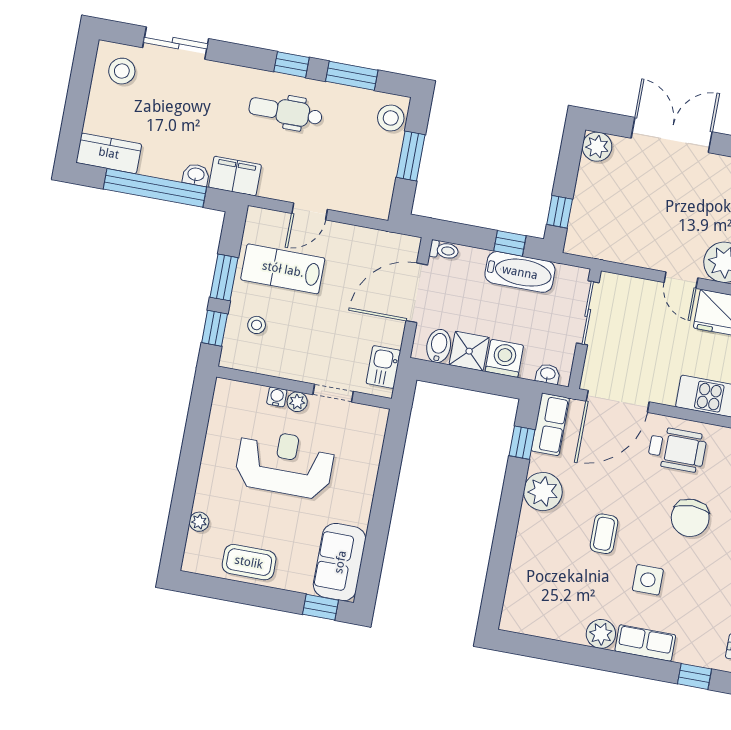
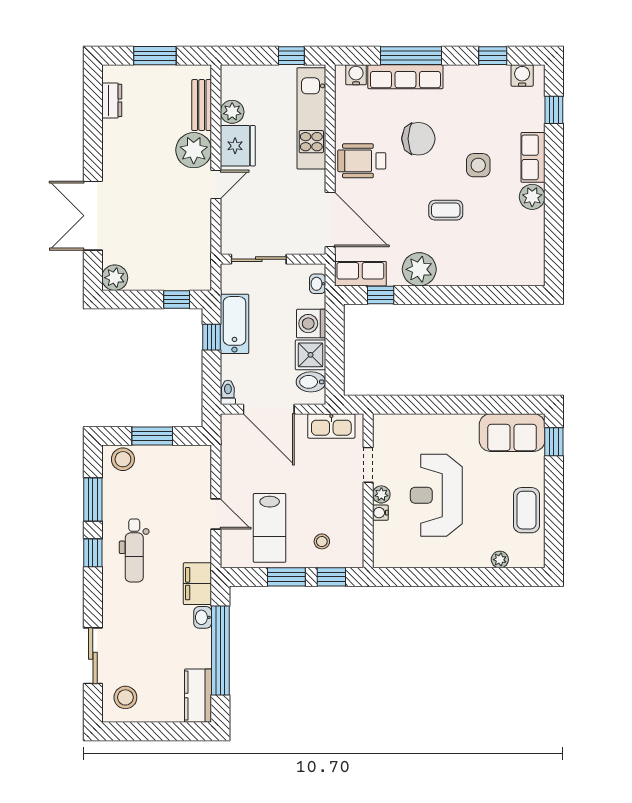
kitchen sink: (383, 367) -> (331, 426), width x1.38
wheelchair: (677, 449) -> (362, 161), turned -90

